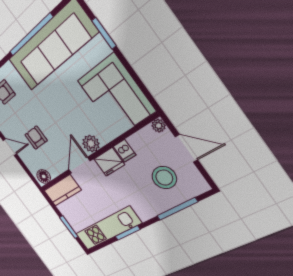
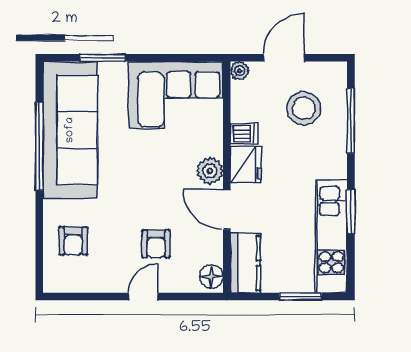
armchair: (36, 138) -> (156, 244), turned -90

